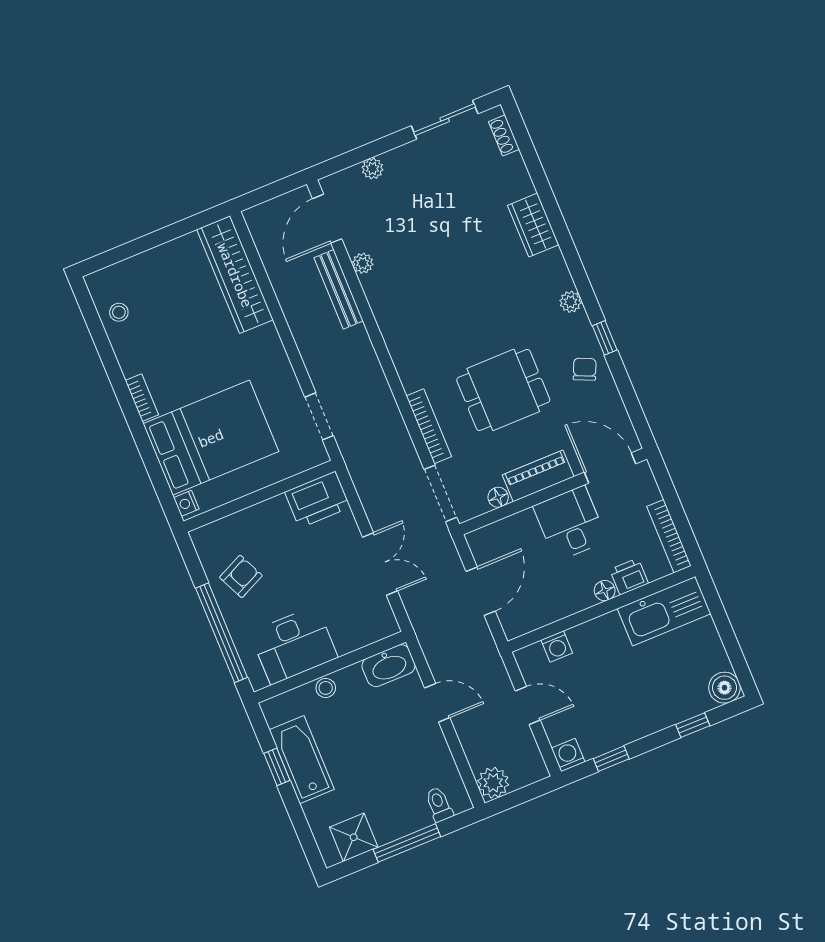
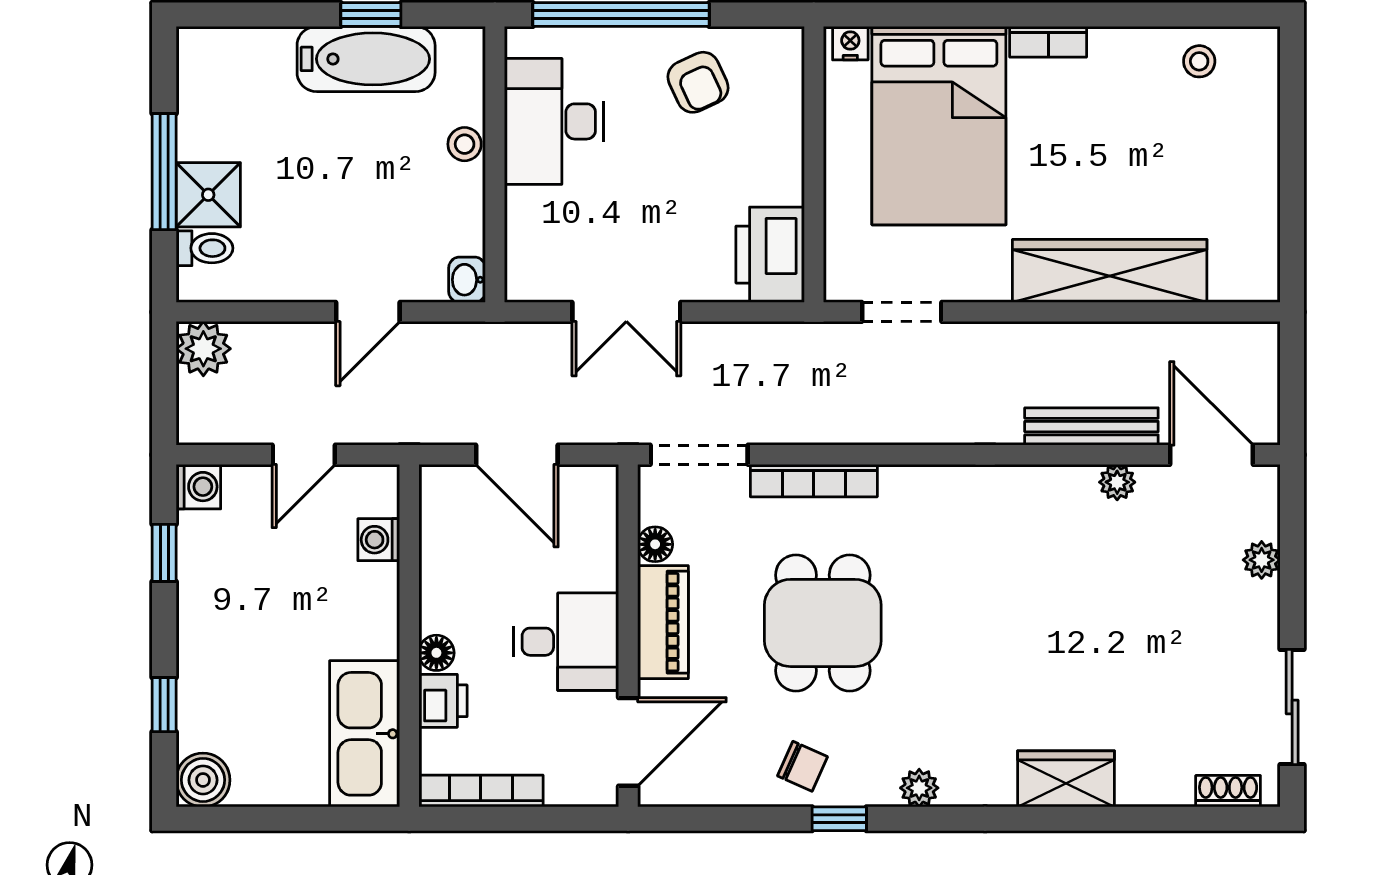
wardrobe: (235, 275) -> (1110, 271), moved
washbasin: (389, 666) -> (467, 280), width x0.52, depth x0.69
shower: (354, 837) -> (208, 195), moved

